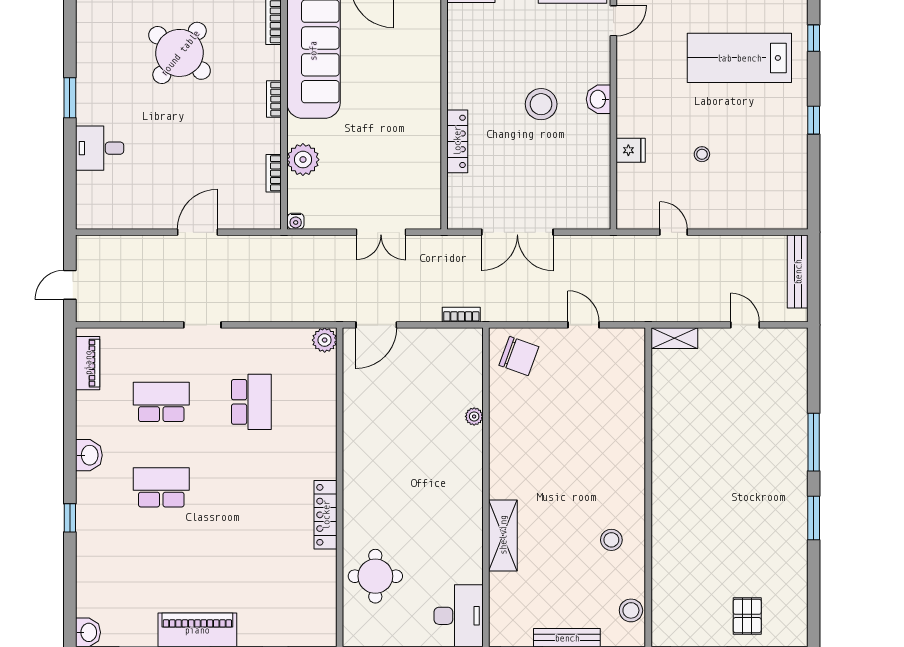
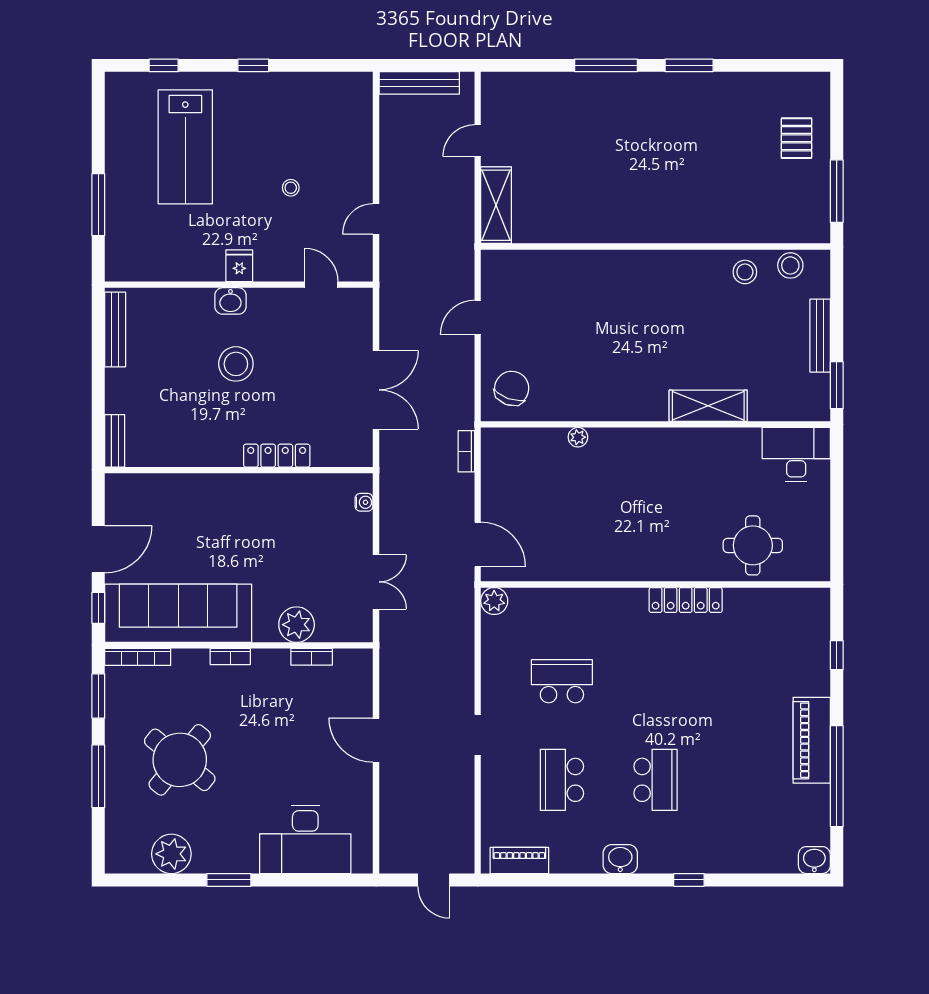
door: (613, 21) -> (321, 285), moved
plant: (94, 45) -> (171, 854), added
desk: (100, 148) -> (305, 839), width x1.87, depth x1.30
fridge: (631, 150) -> (239, 266), moved
water cooler: (296, 221) -> (364, 502), moved
double door: (381, 232) -> (376, 582), moved
shelving: (674, 338) -> (496, 205), width x1.50, depth x1.33
school desk: (161, 487) -> (656, 780), turned 180
stool: (611, 540) -> (745, 272), moved
pallet: (747, 616) -> (796, 138), turned 90

